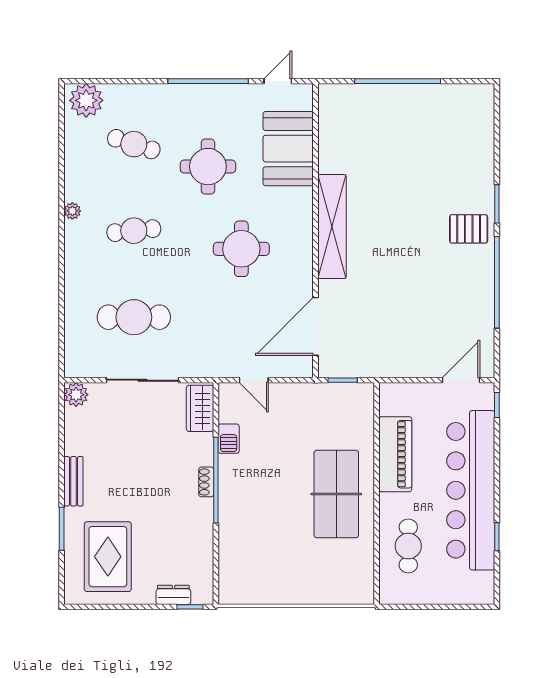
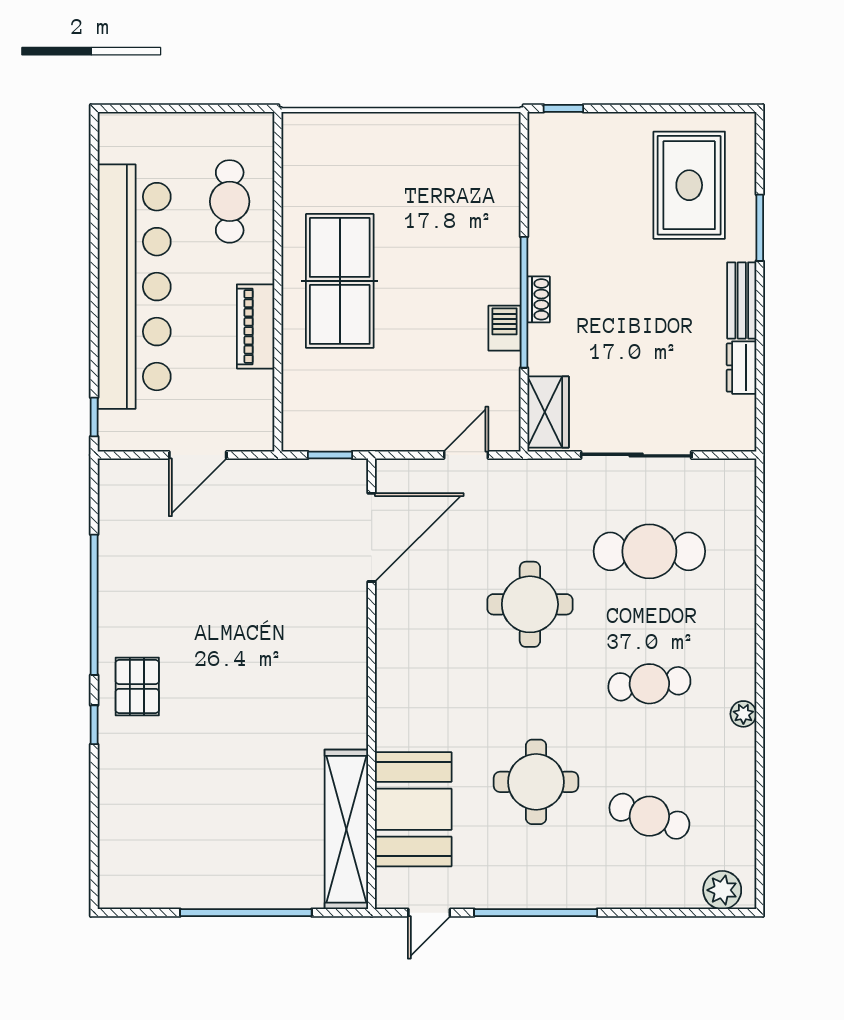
plant: (86, 100) -> (722, 890), width x0.73, depth x0.73
window: (497, 204) -> (94, 725), width x0.67
shelving: (332, 227) -> (346, 829), moved
pallet: (469, 229) -> (137, 686), turned 90
round table: (241, 249) -> (530, 604), moved
door: (254, 380) -> (466, 455), hinge flipped
door: (461, 380) -> (198, 455), moved
plant: (76, 395) -> (738, 433), removed
barbecue: (229, 439) -> (505, 328), moved
piano: (395, 454) -> (256, 326), width x0.73, depth x0.75
window: (497, 537) -> (94, 216), removed
dresser: (173, 595) -> (742, 368), moved, turned 90

